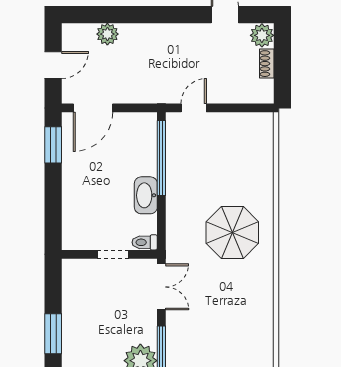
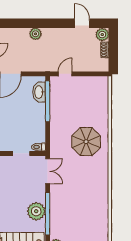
plant: (107, 34) -> (35, 34), moved
washbasin: (146, 195) -> (39, 92), moved

